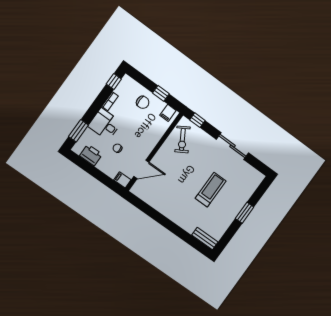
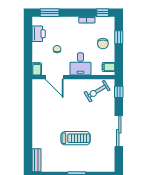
window: (161, 93) -> (119, 37), moved
desk: (105, 124) -> (80, 64), moved, turned 180

